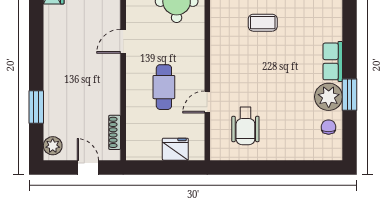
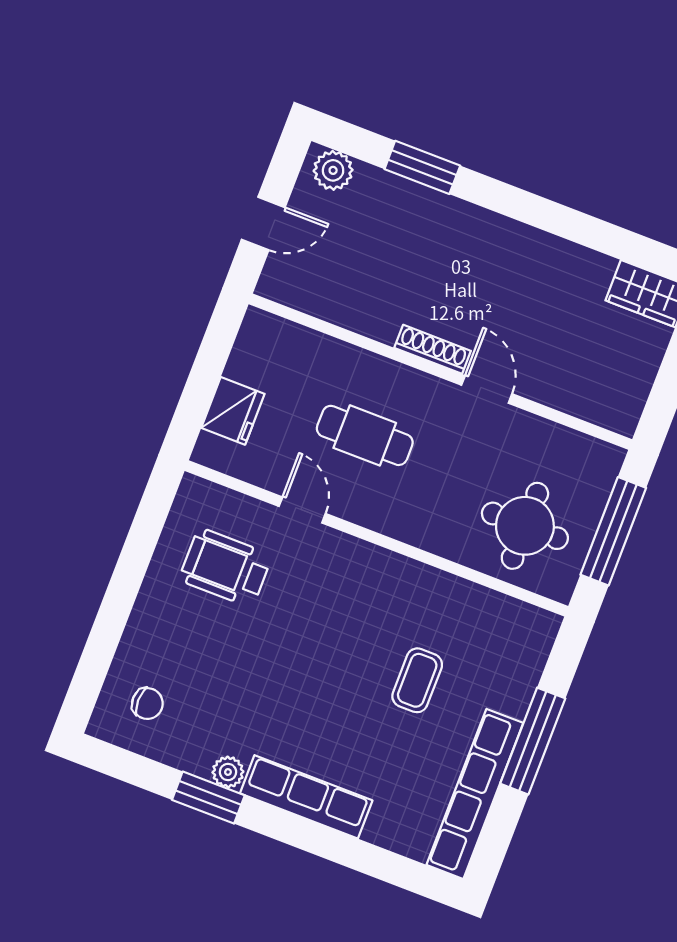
row of seats: (333, 61) -> (306, 797), width x1.48
plant: (329, 97) -> (228, 772), width x0.53, depth x0.53
chair: (329, 127) -> (147, 704), moved
shoe rack: (115, 132) -> (433, 349), moved

